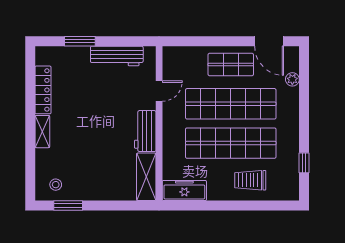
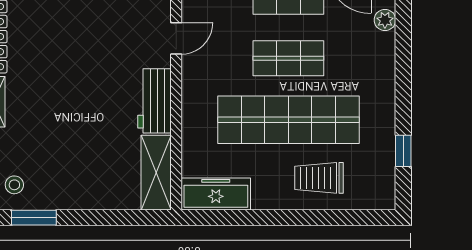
shop shelf: (231, 104) -> (288, 58), width x0.50, depth x0.74

